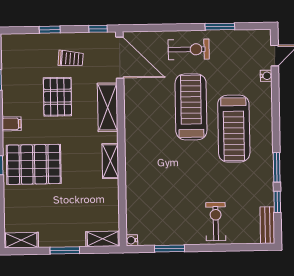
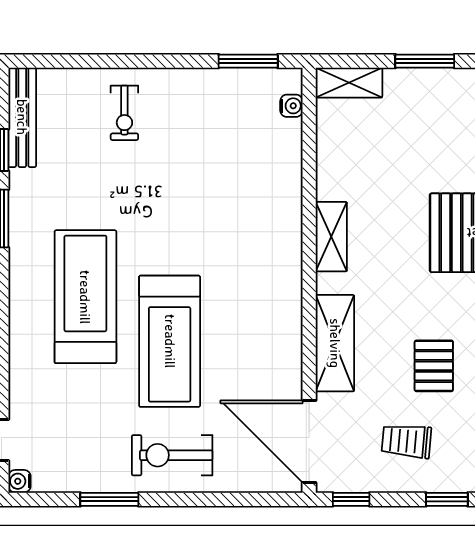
water cooler: (266, 76) -> (20, 481), moved
pallet: (57, 97) -> (434, 366), width x0.67, depth x0.71
exercise bike: (216, 222) -> (124, 113), width x0.73, depth x0.72
bench: (267, 225) -> (22, 117), width x1.36
water cooler: (132, 240) -> (291, 106), moved
window: (170, 249) -> (248, 61), moved

